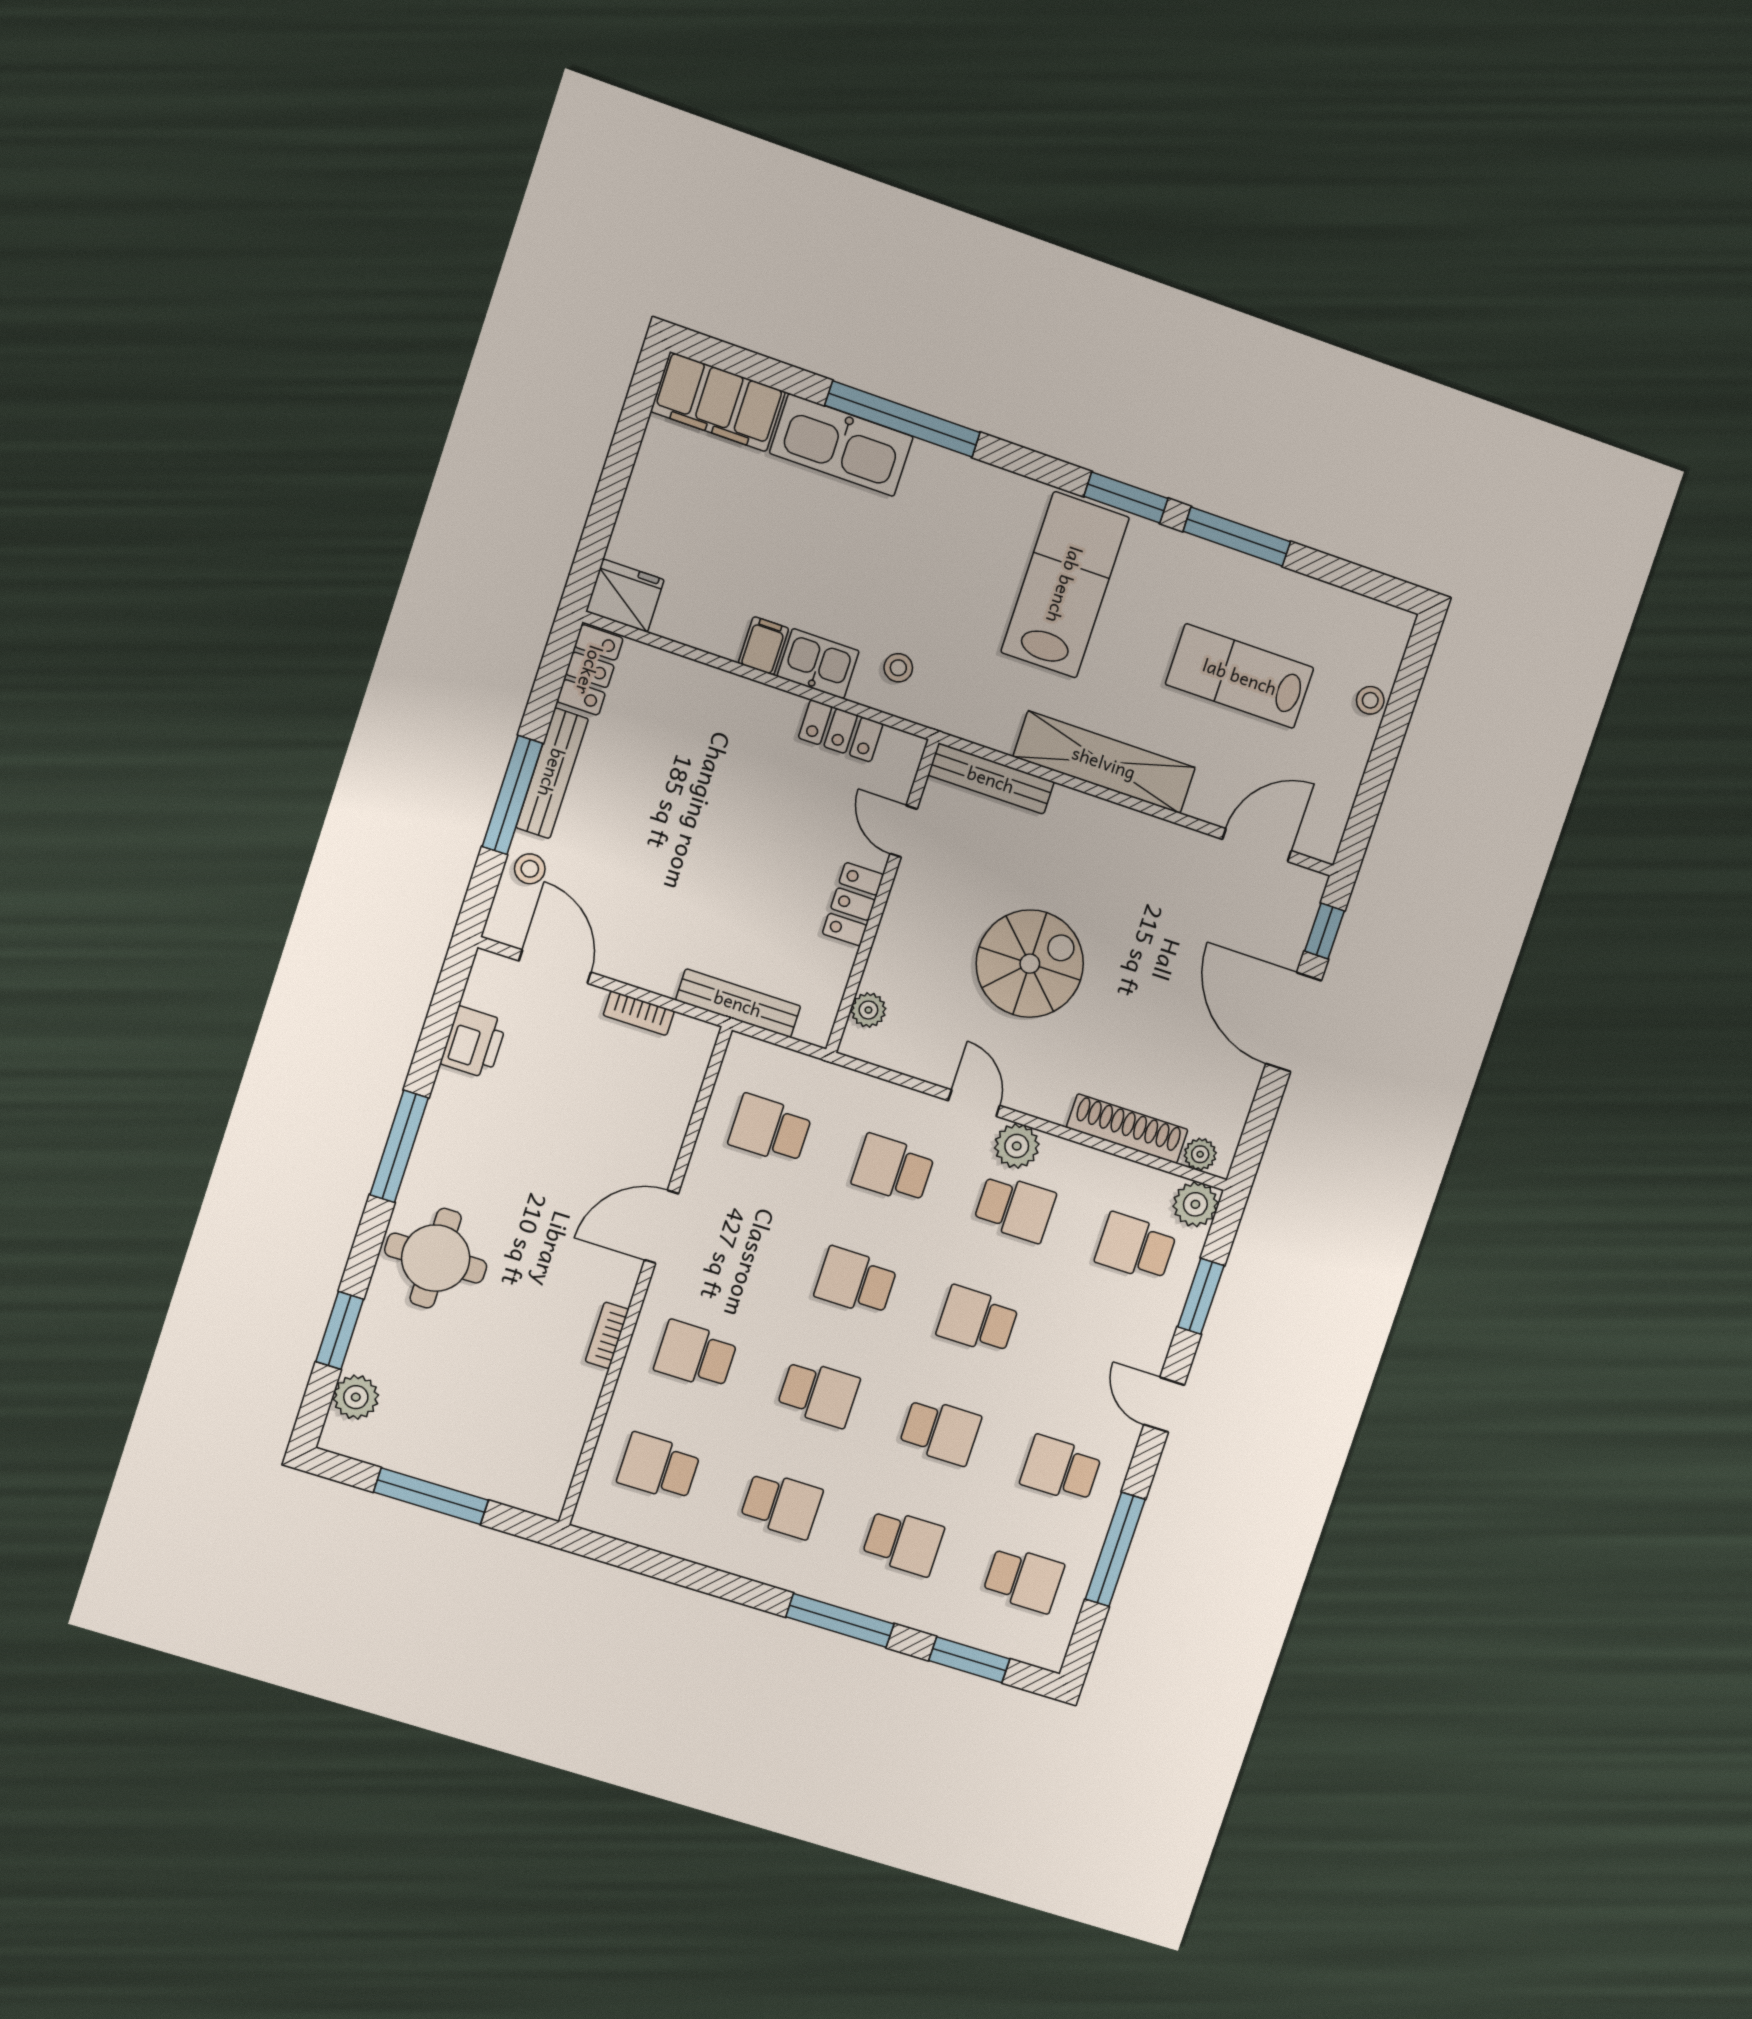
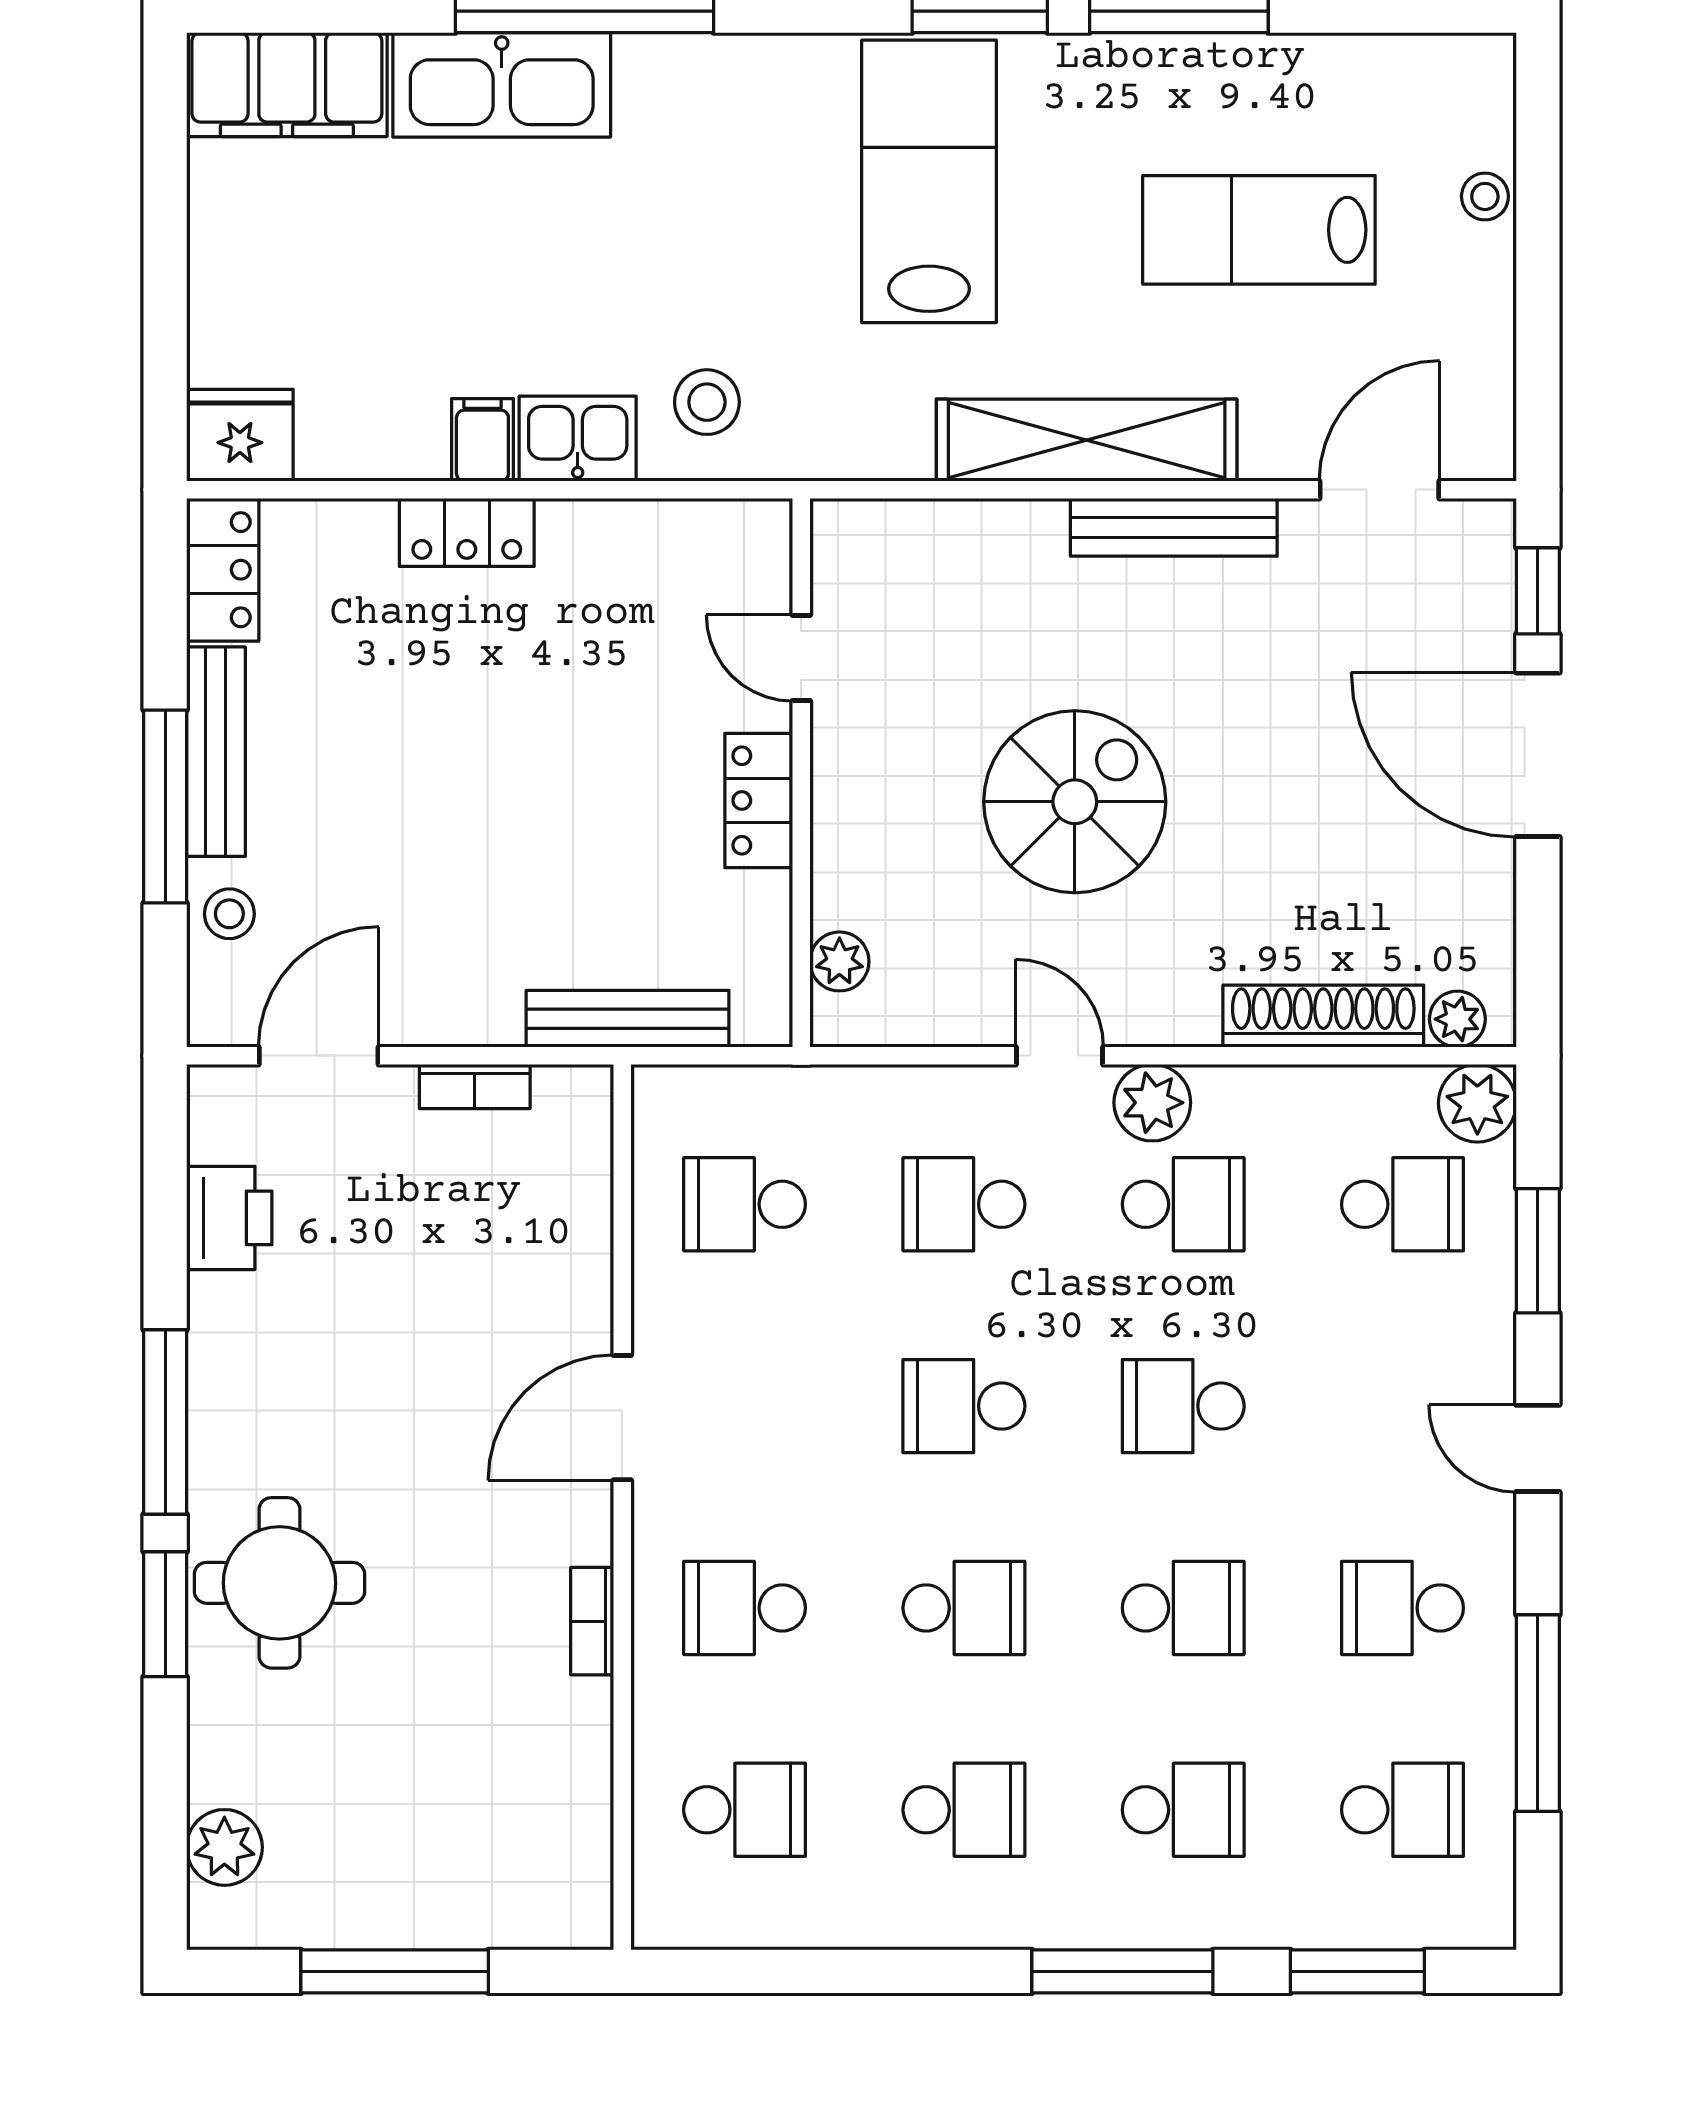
stool: (898, 668) -> (707, 402), width x1.37, depth x1.37
locker: (841, 731) -> (467, 532), moved
bench: (991, 779) -> (1174, 527), moved
door: (555, 967) -> (319, 1056), hinge flipped
school desk: (1136, 1247) -> (1402, 1204), turned 180
window: (340, 1330) -> (165, 1614), moved
school desk: (659, 1467) -> (745, 1810), turned 180

